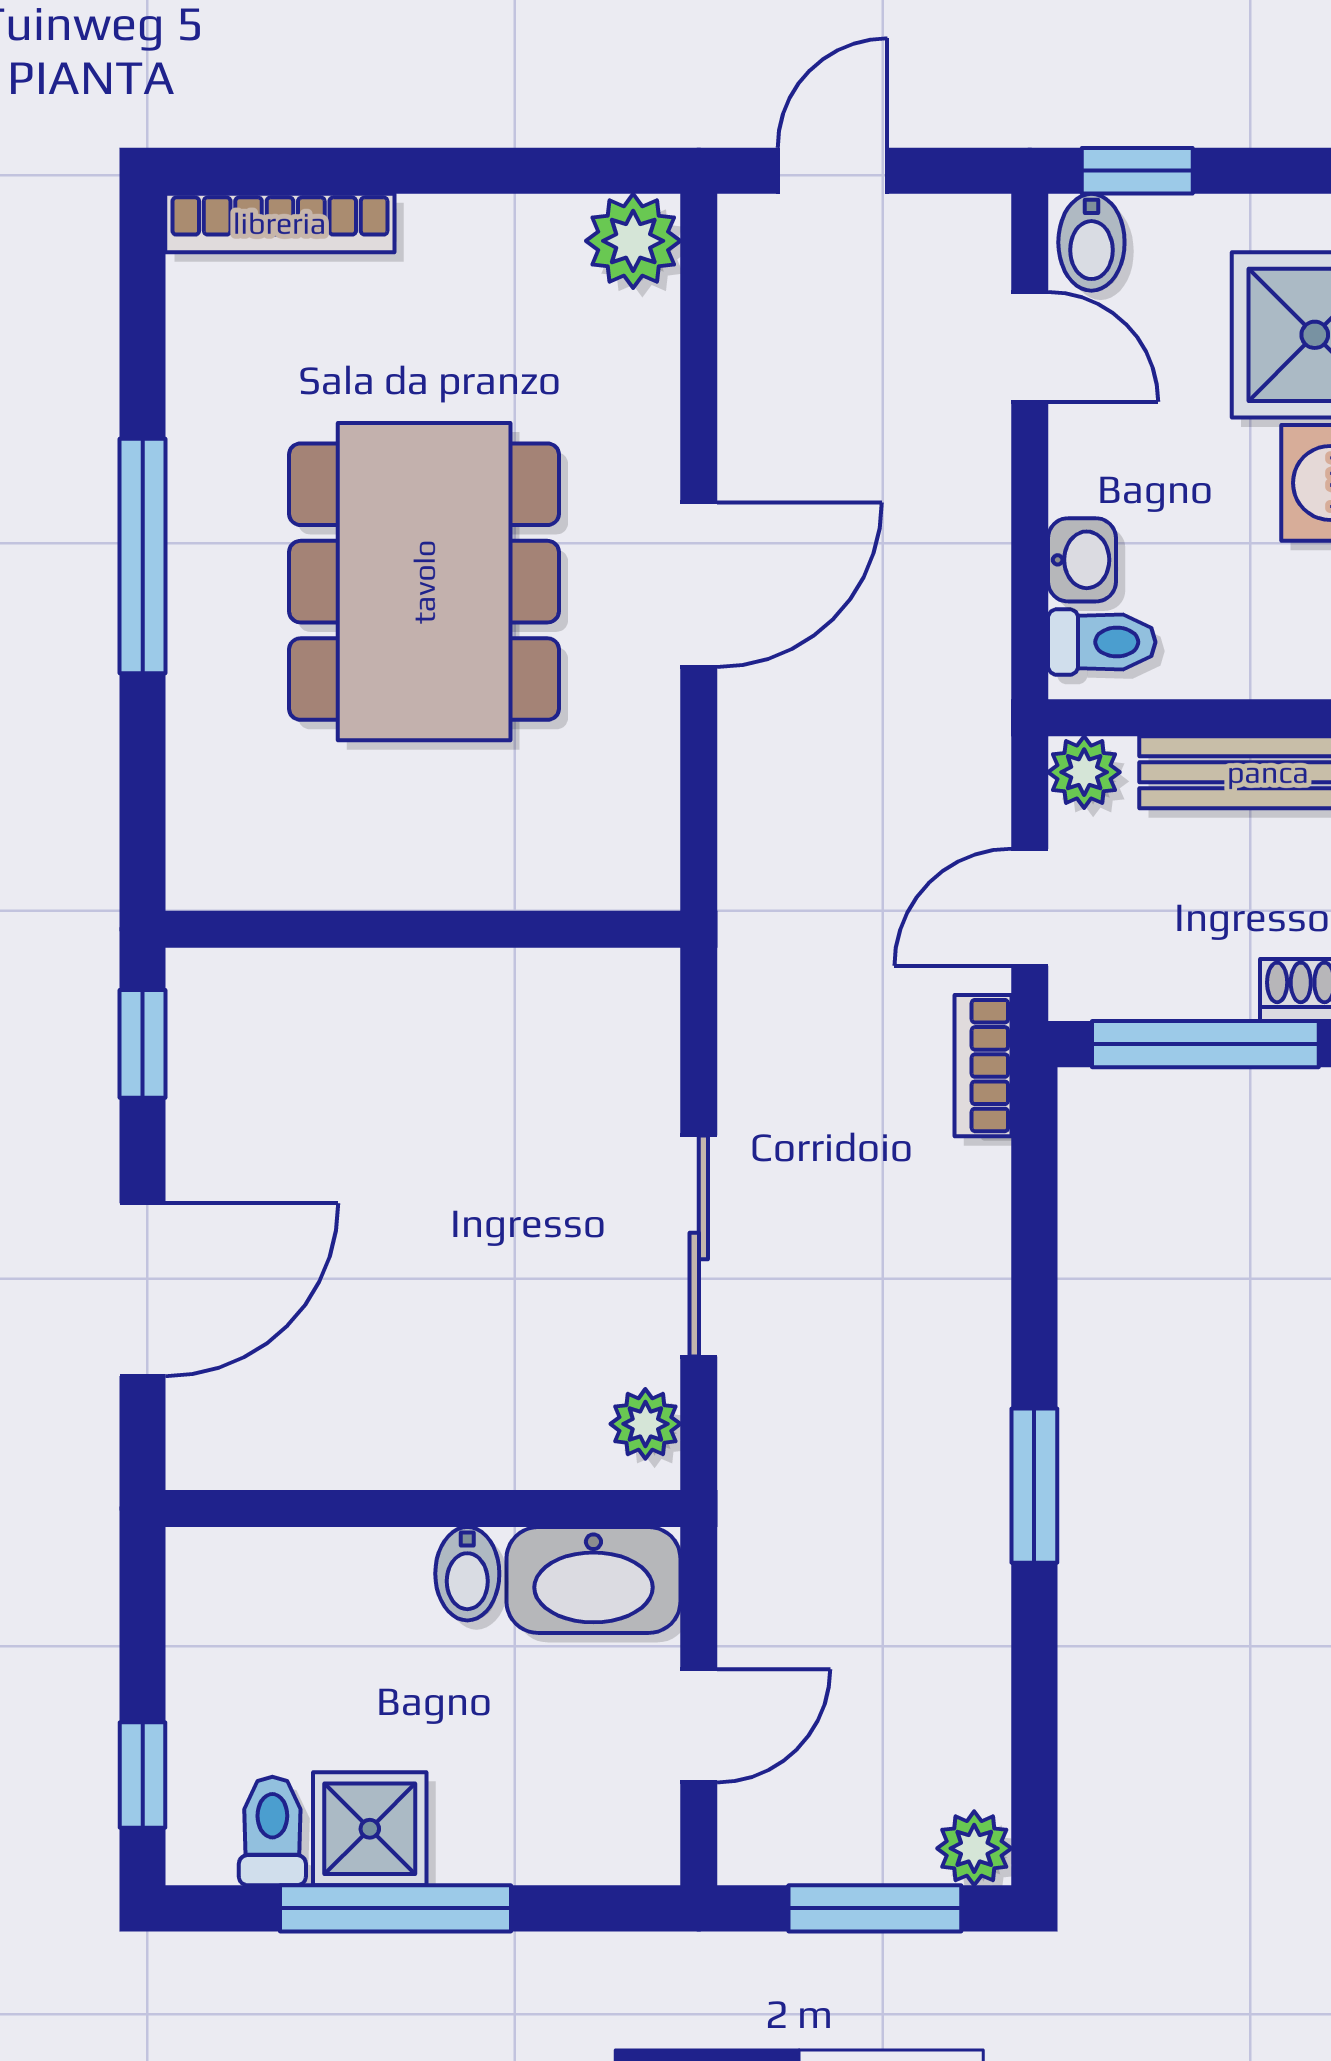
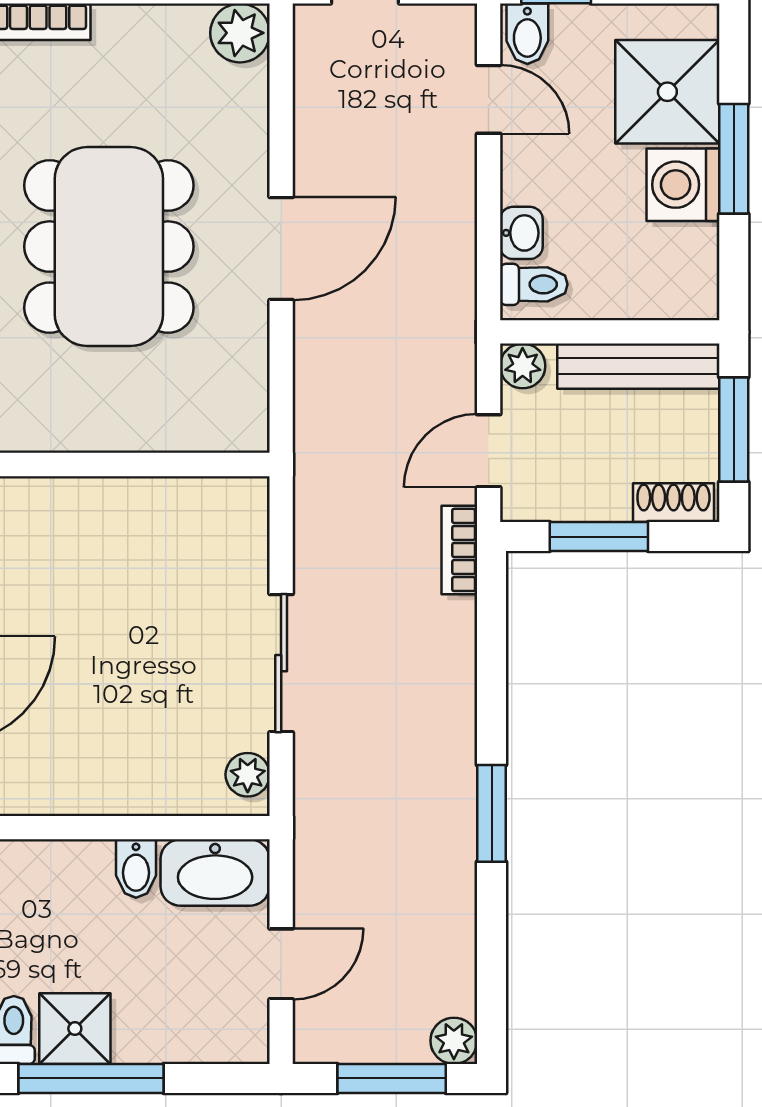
window: (1205, 1044) -> (599, 537), width x0.69

